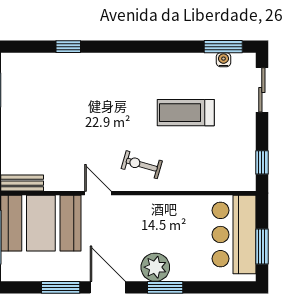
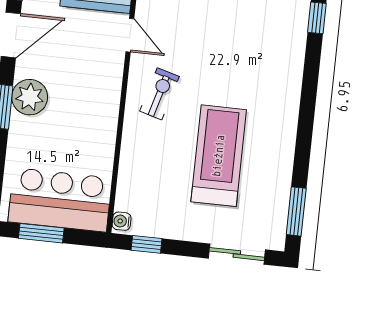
water cooler: (224, 60) -> (122, 221), moved, turned 180
treadmill: (186, 113) -> (219, 156), width x1.37, depth x1.38
door: (98, 193) -> (130, 35), hinge flipped

